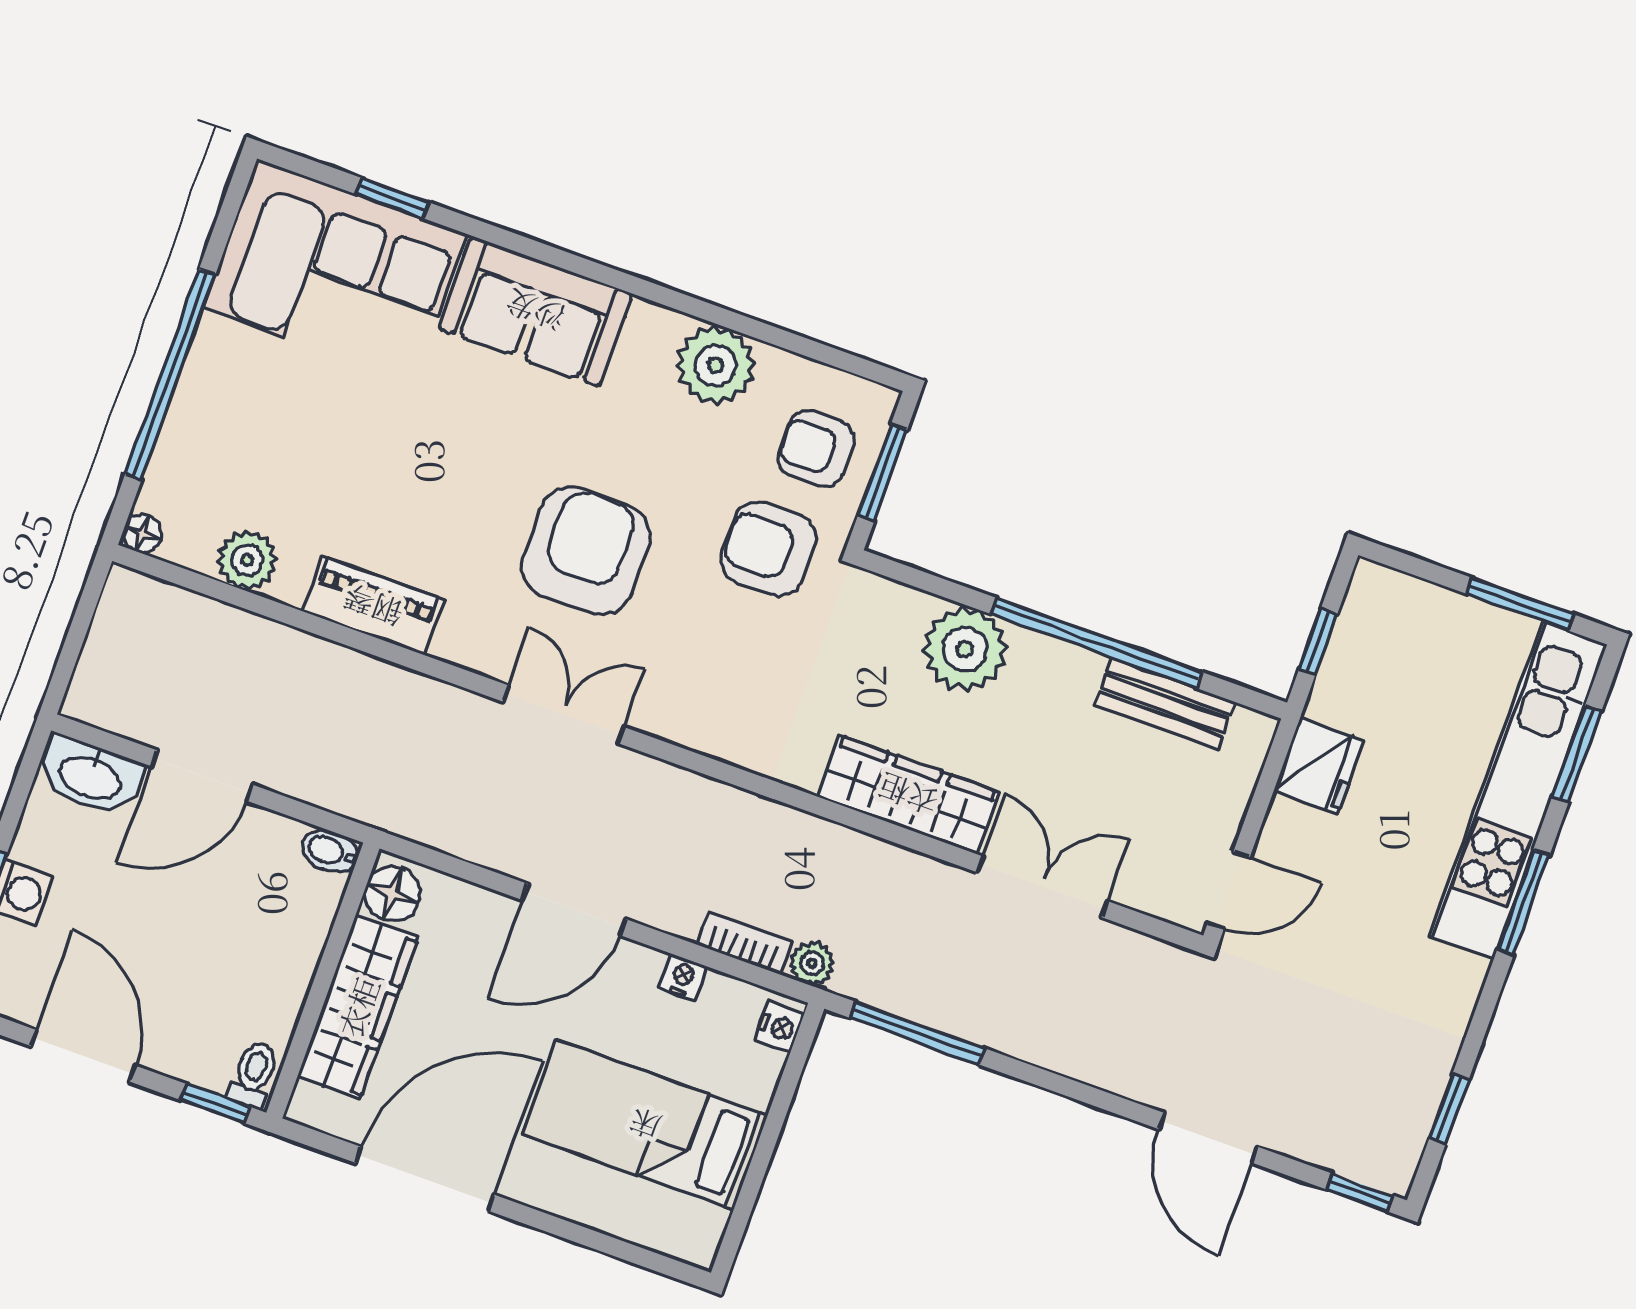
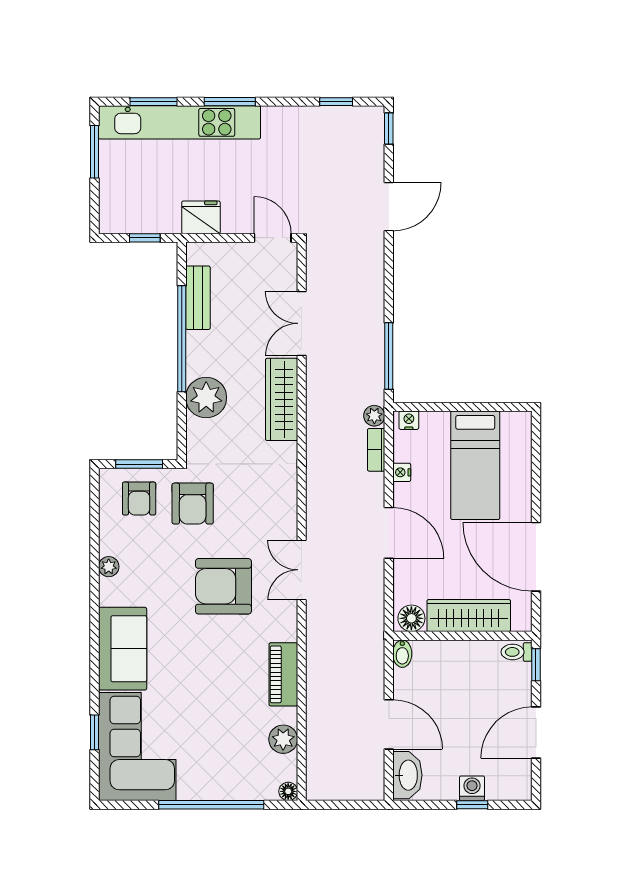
plant: (716, 365) -> (109, 567), width x0.53, depth x0.53

